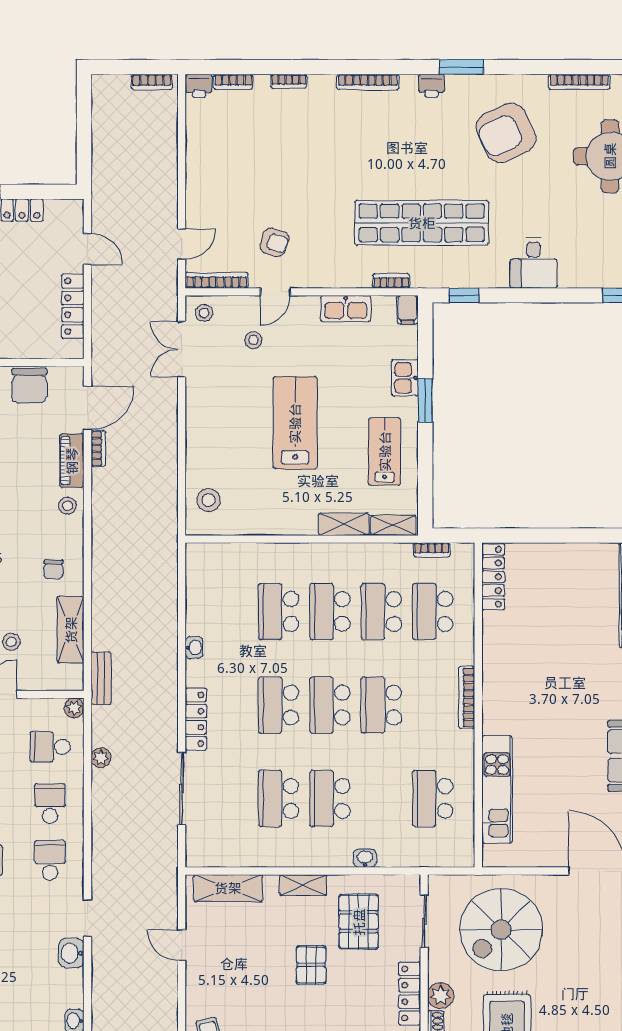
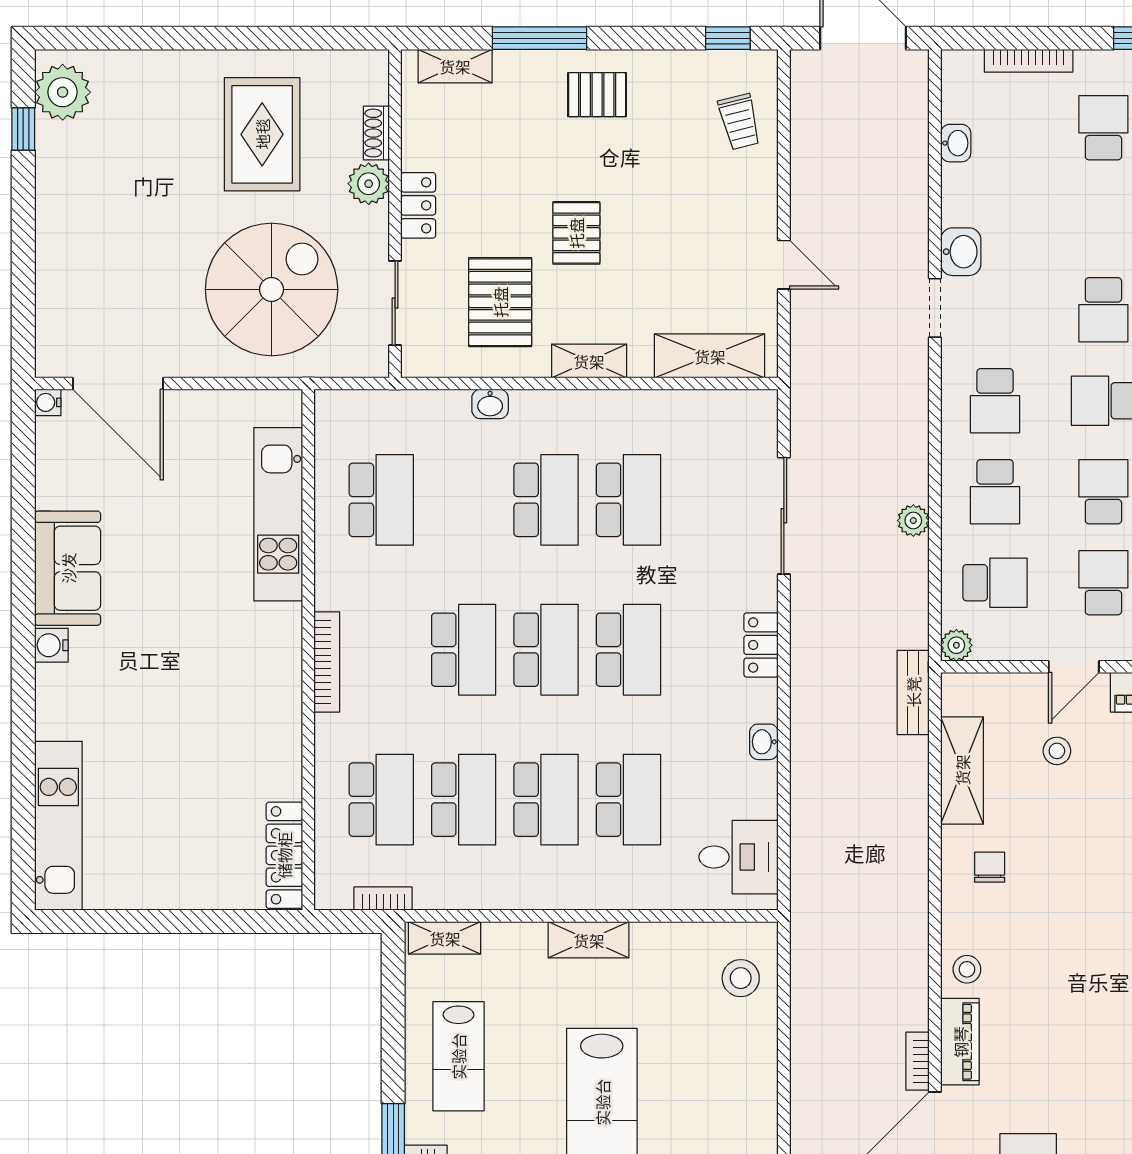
shelving: (344, 524) -> (589, 940), moved
desk: (210, 576) -> (739, 857), added
locker: (196, 719) -> (761, 645), width x0.66
plant: (101, 758) -> (913, 521), moved
locker: (410, 993) -> (418, 205), width x0.66

